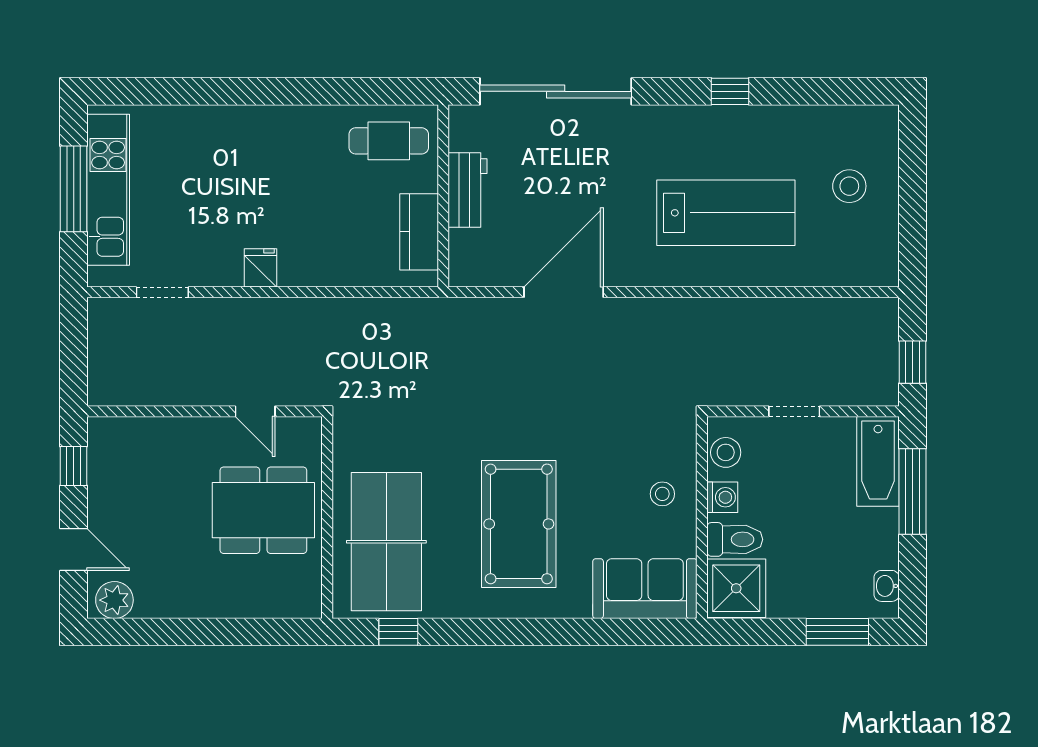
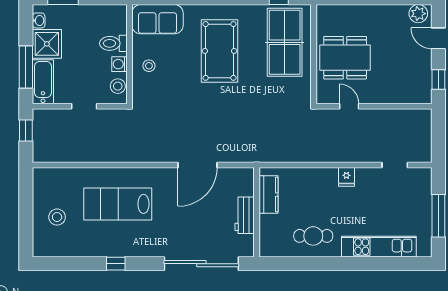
cafe table: (389, 141) -> (313, 236), moved
kitchen unit: (108, 190) -> (379, 247), moved, turned 90
shower: (736, 588) -> (47, 44), moved

